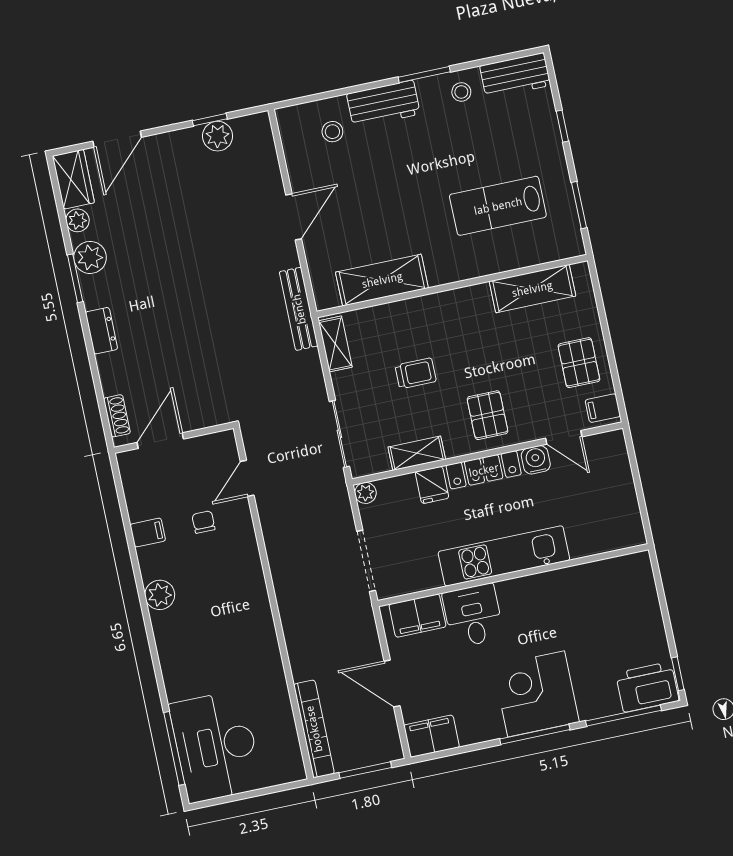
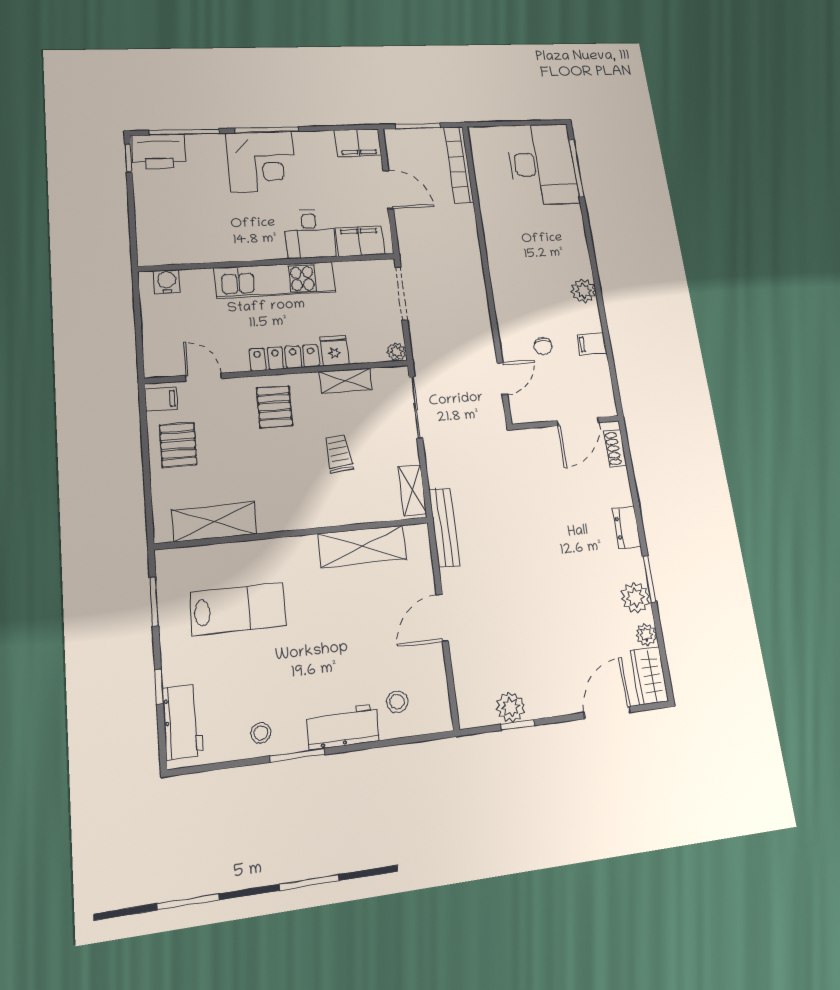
workbench: (515, 76) -> (183, 722), moved, turned 90
trolley: (416, 373) -> (339, 454), turned 85
water cooler: (536, 460) -> (167, 282), moved, turned 180

